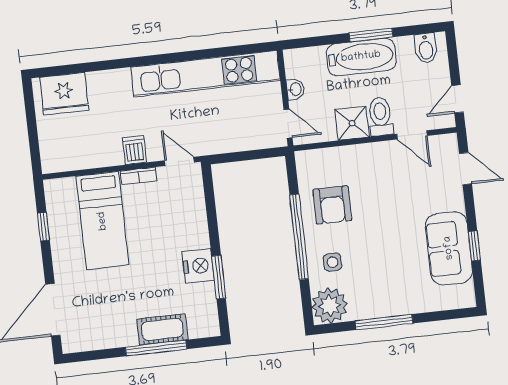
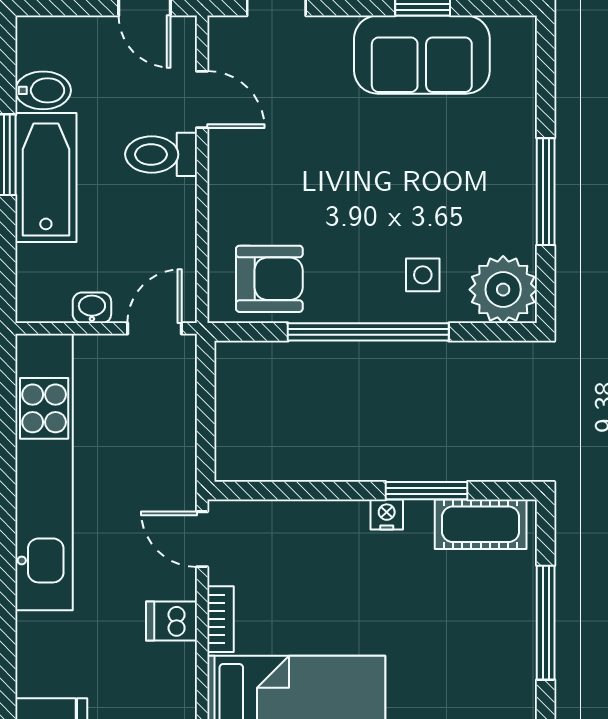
bidet: (426, 48) -> (43, 90), moved
shower: (352, 123) -> (168, 209), removed
door: (412, 135) -> (202, 100), hinge flipped
door: (179, 161) -> (202, 539), hinge flipped
armchair: (332, 205) -> (269, 279), moved
nightstand: (198, 266) -> (387, 515), width x0.53, depth x0.56
cot: (162, 329) -> (481, 524), moved, turned 90

